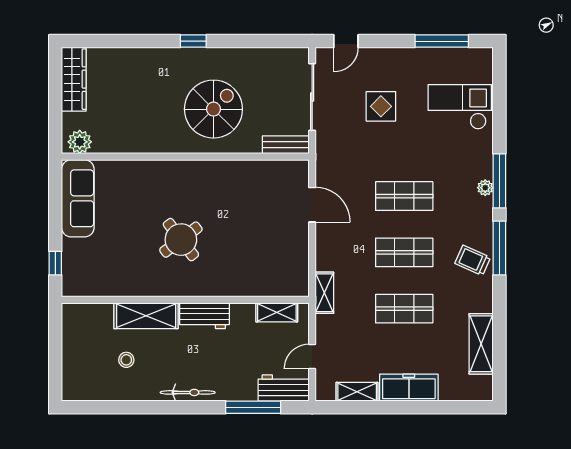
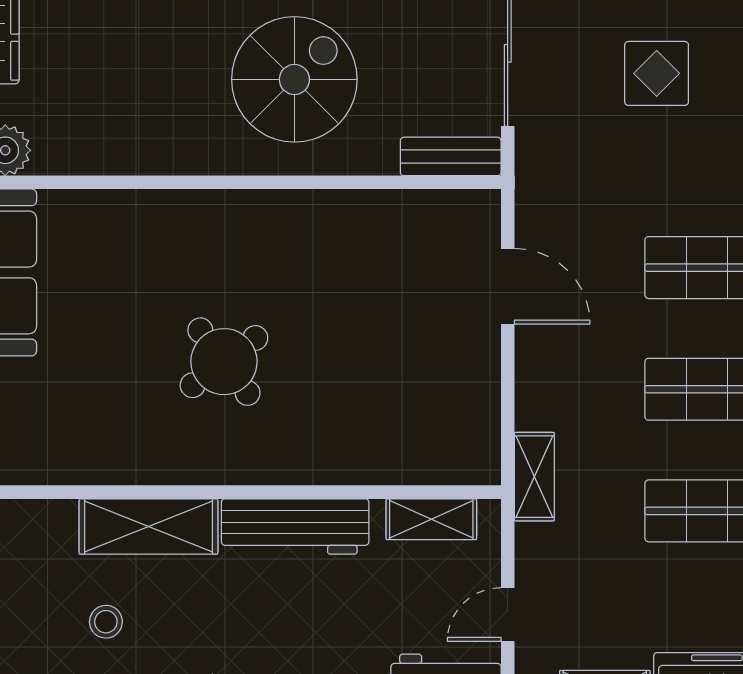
workbench: (205, 316) -> (295, 526), width x1.38

